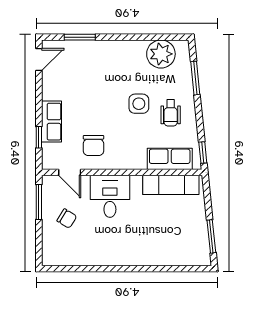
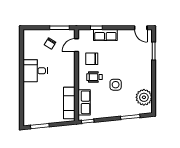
wheelchair: (171, 113) -> (95, 77), moved
desk: (110, 196) -> (35, 71), moved, turned 180

